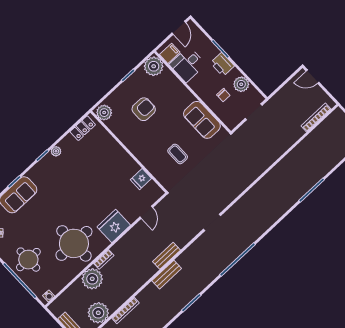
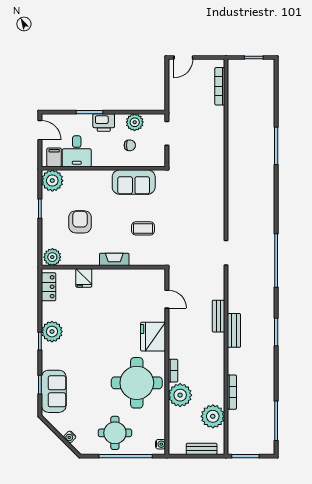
plant: (56, 151) -> (52, 332), width x1.88, depth x1.88
fireplace: (140, 154) -> (114, 259), added
fridge: (141, 179) -> (84, 278), moved

